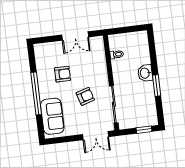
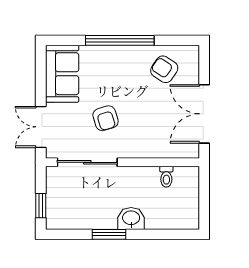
double door: (75, 36) -> (204, 114), width x1.37
armchair: (63, 74) -> (164, 69), moved, turned 124
sofa: (52, 116) -> (62, 74), moved, turned -90

